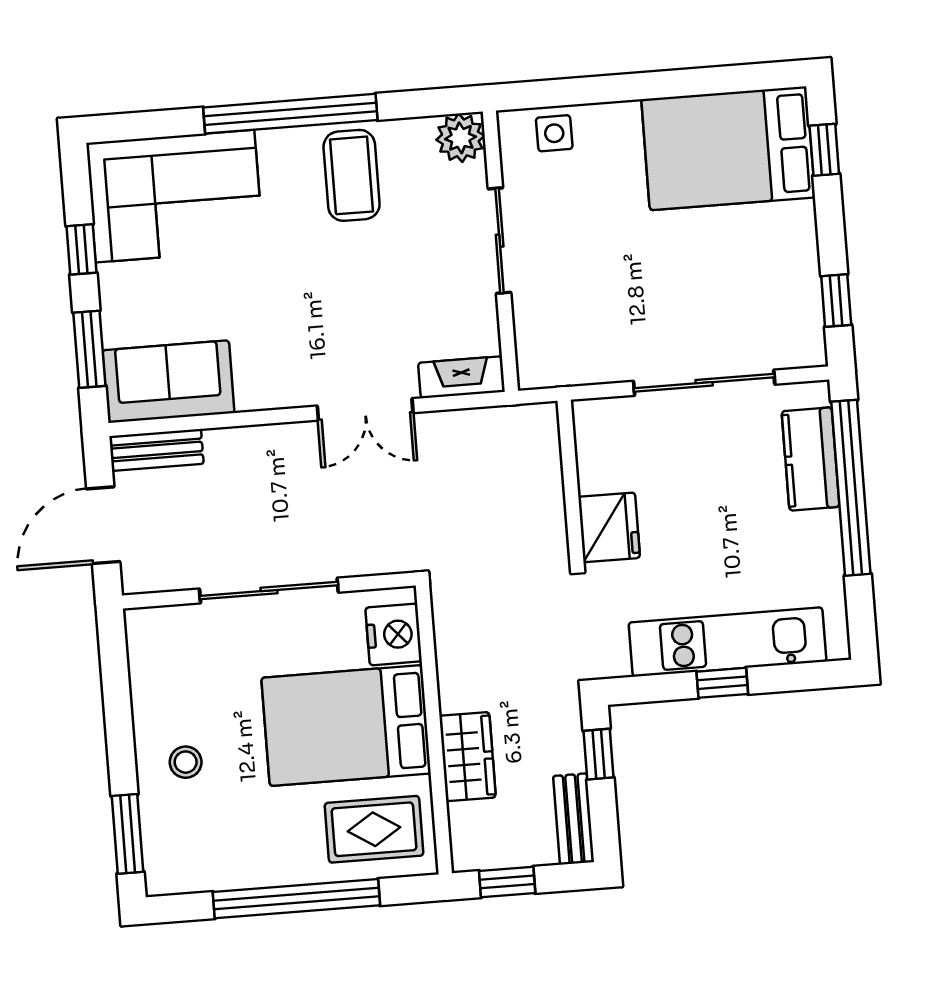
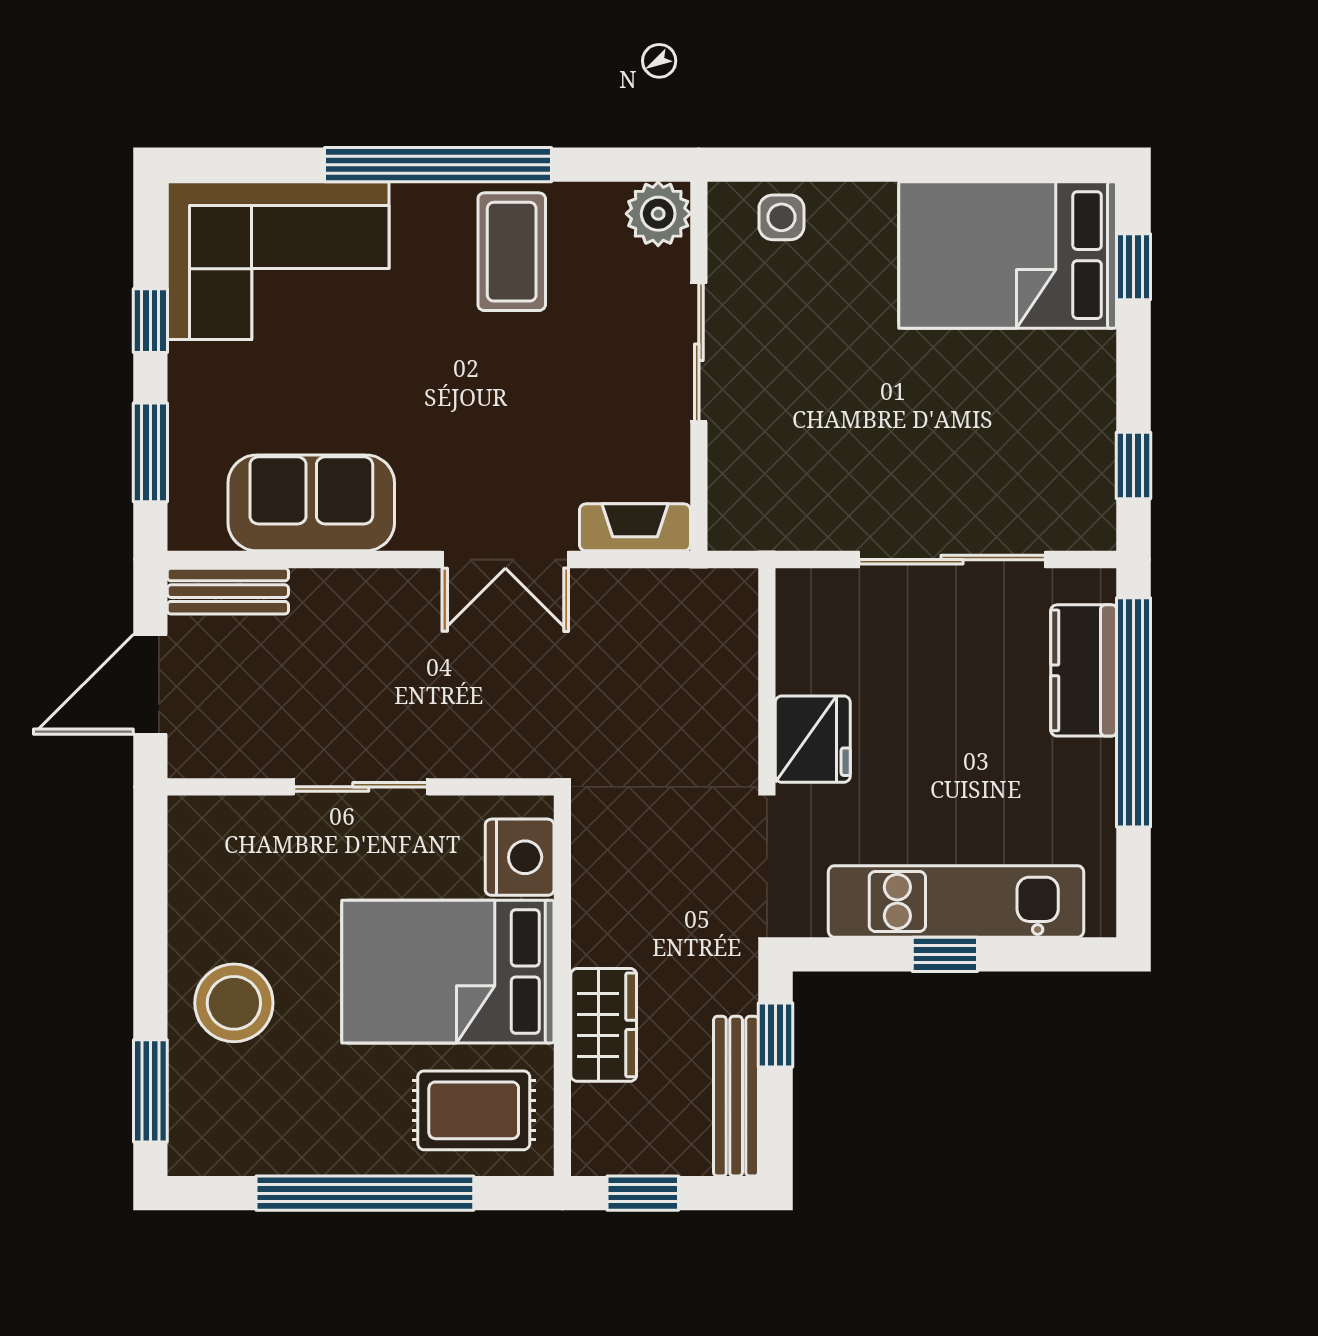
sofa: (168, 382) -> (311, 503), moved
sliding door: (269, 591) -> (361, 787), width x0.73
stool: (186, 762) -> (234, 1003), width x1.89, depth x1.89
bench: (574, 819) -> (736, 1096), width x1.36

